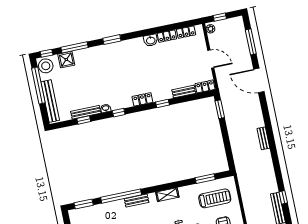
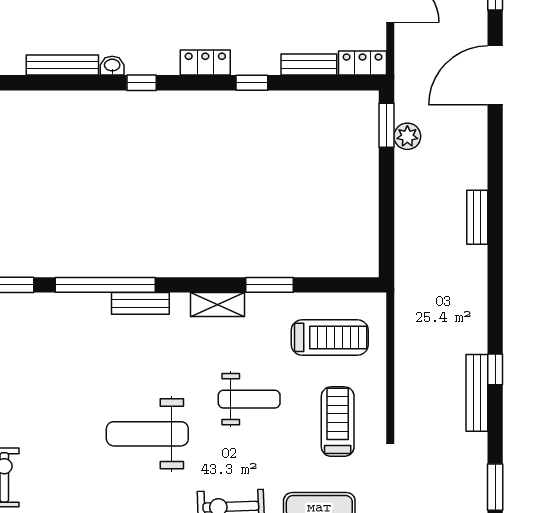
door: (259, 80) -> (495, 75), hinge flipped
plant: (229, 112) -> (407, 136), added
window: (84, 120) -> (54, 83), removed
window: (205, 179) -> (270, 285), moved

